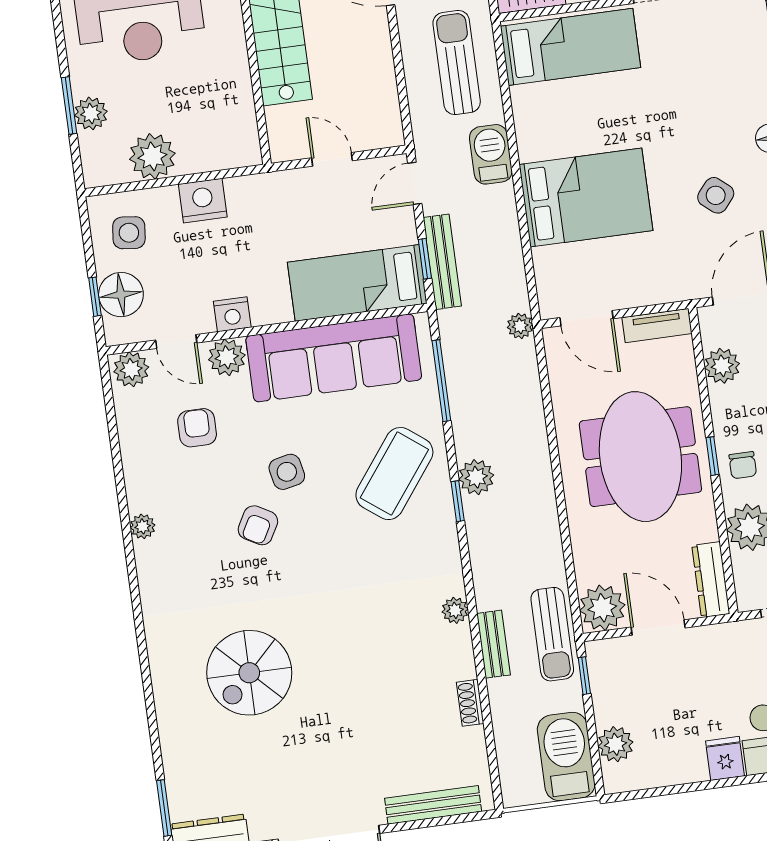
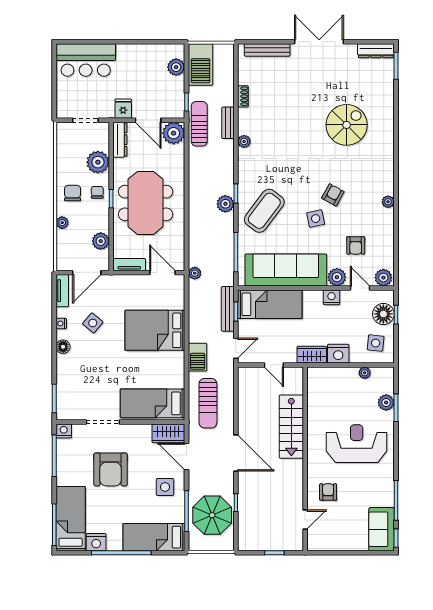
plant: (152, 156) -> (365, 373), width x0.53, depth x0.53
wardrobe: (257, 191) -> (312, 355), added
fridge: (725, 758) -> (123, 109), moved, turned 180

